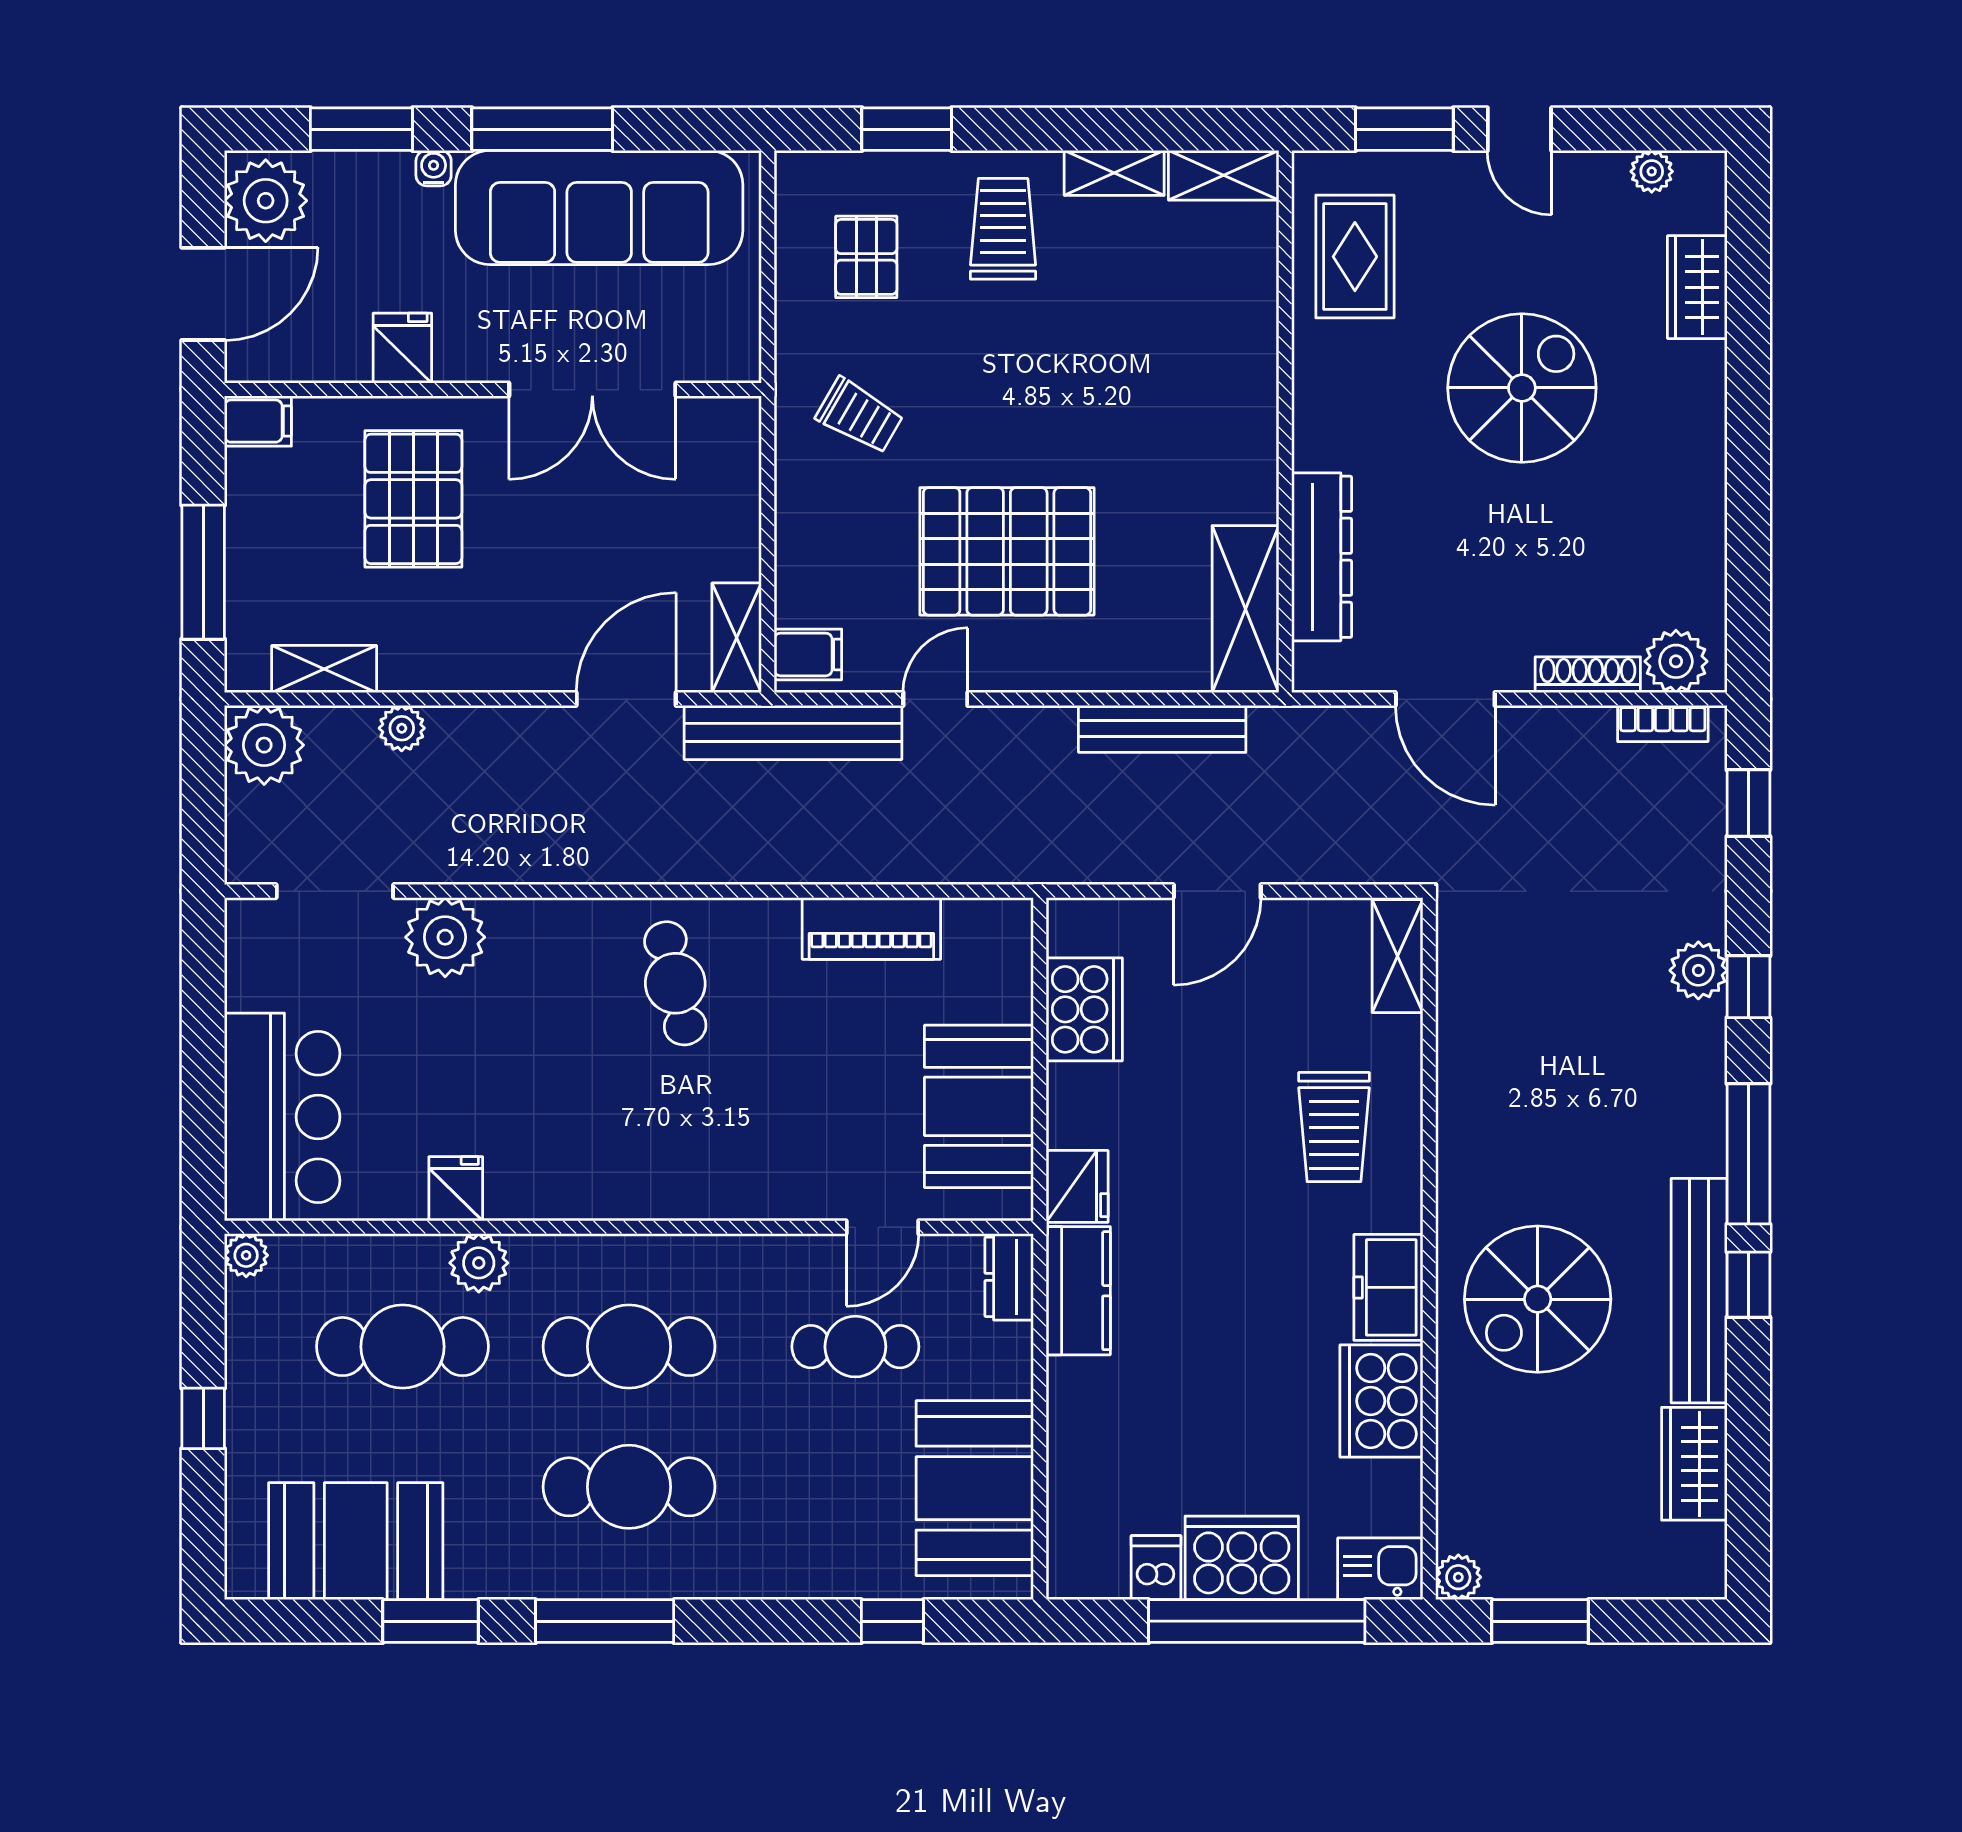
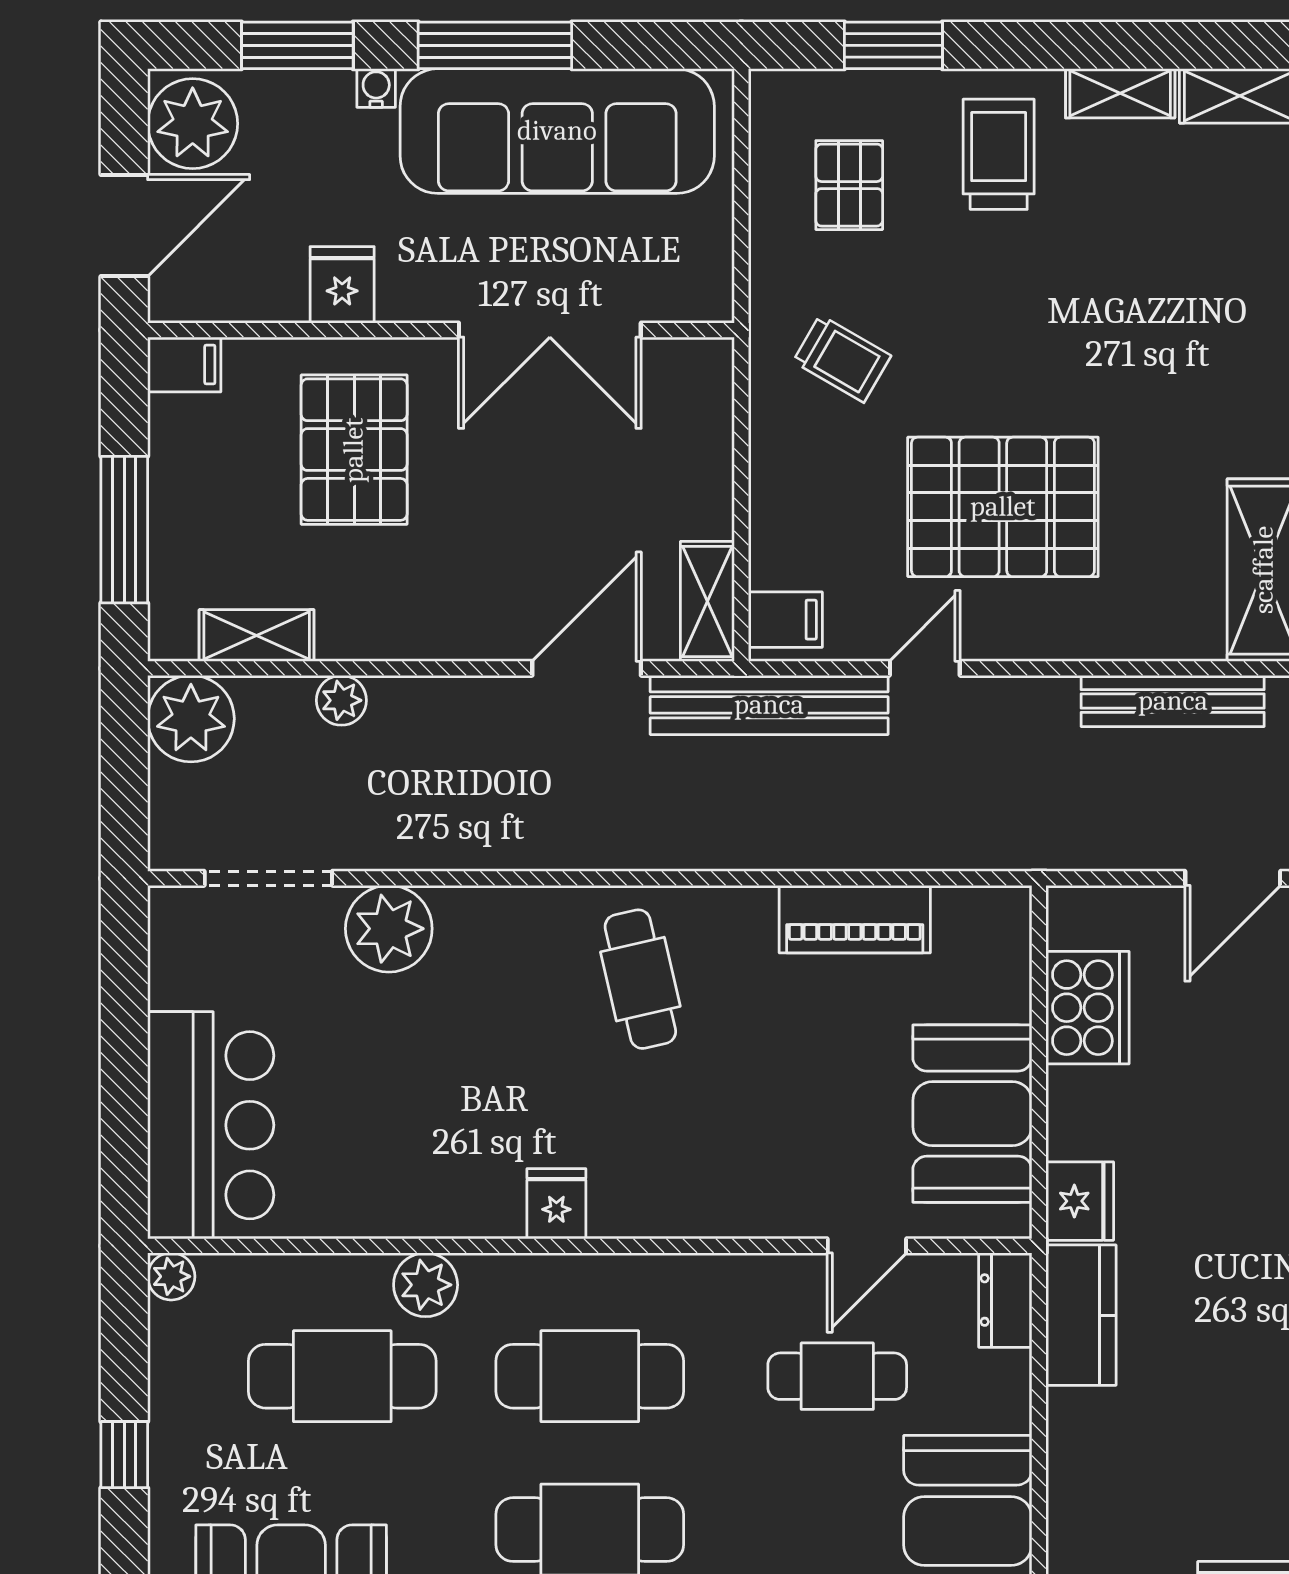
fridge: (456, 1189) -> (556, 1204), moved

